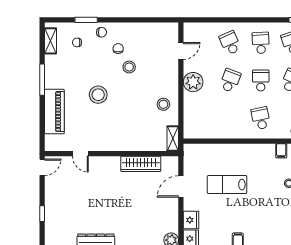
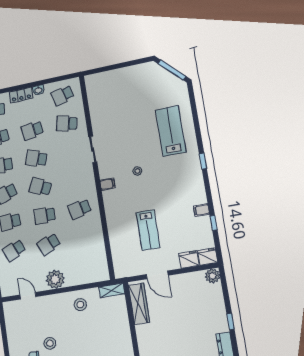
school desk: (230, 81) -> (49, 244), turned -45
wardrobe: (141, 164) -> (139, 304), moved

